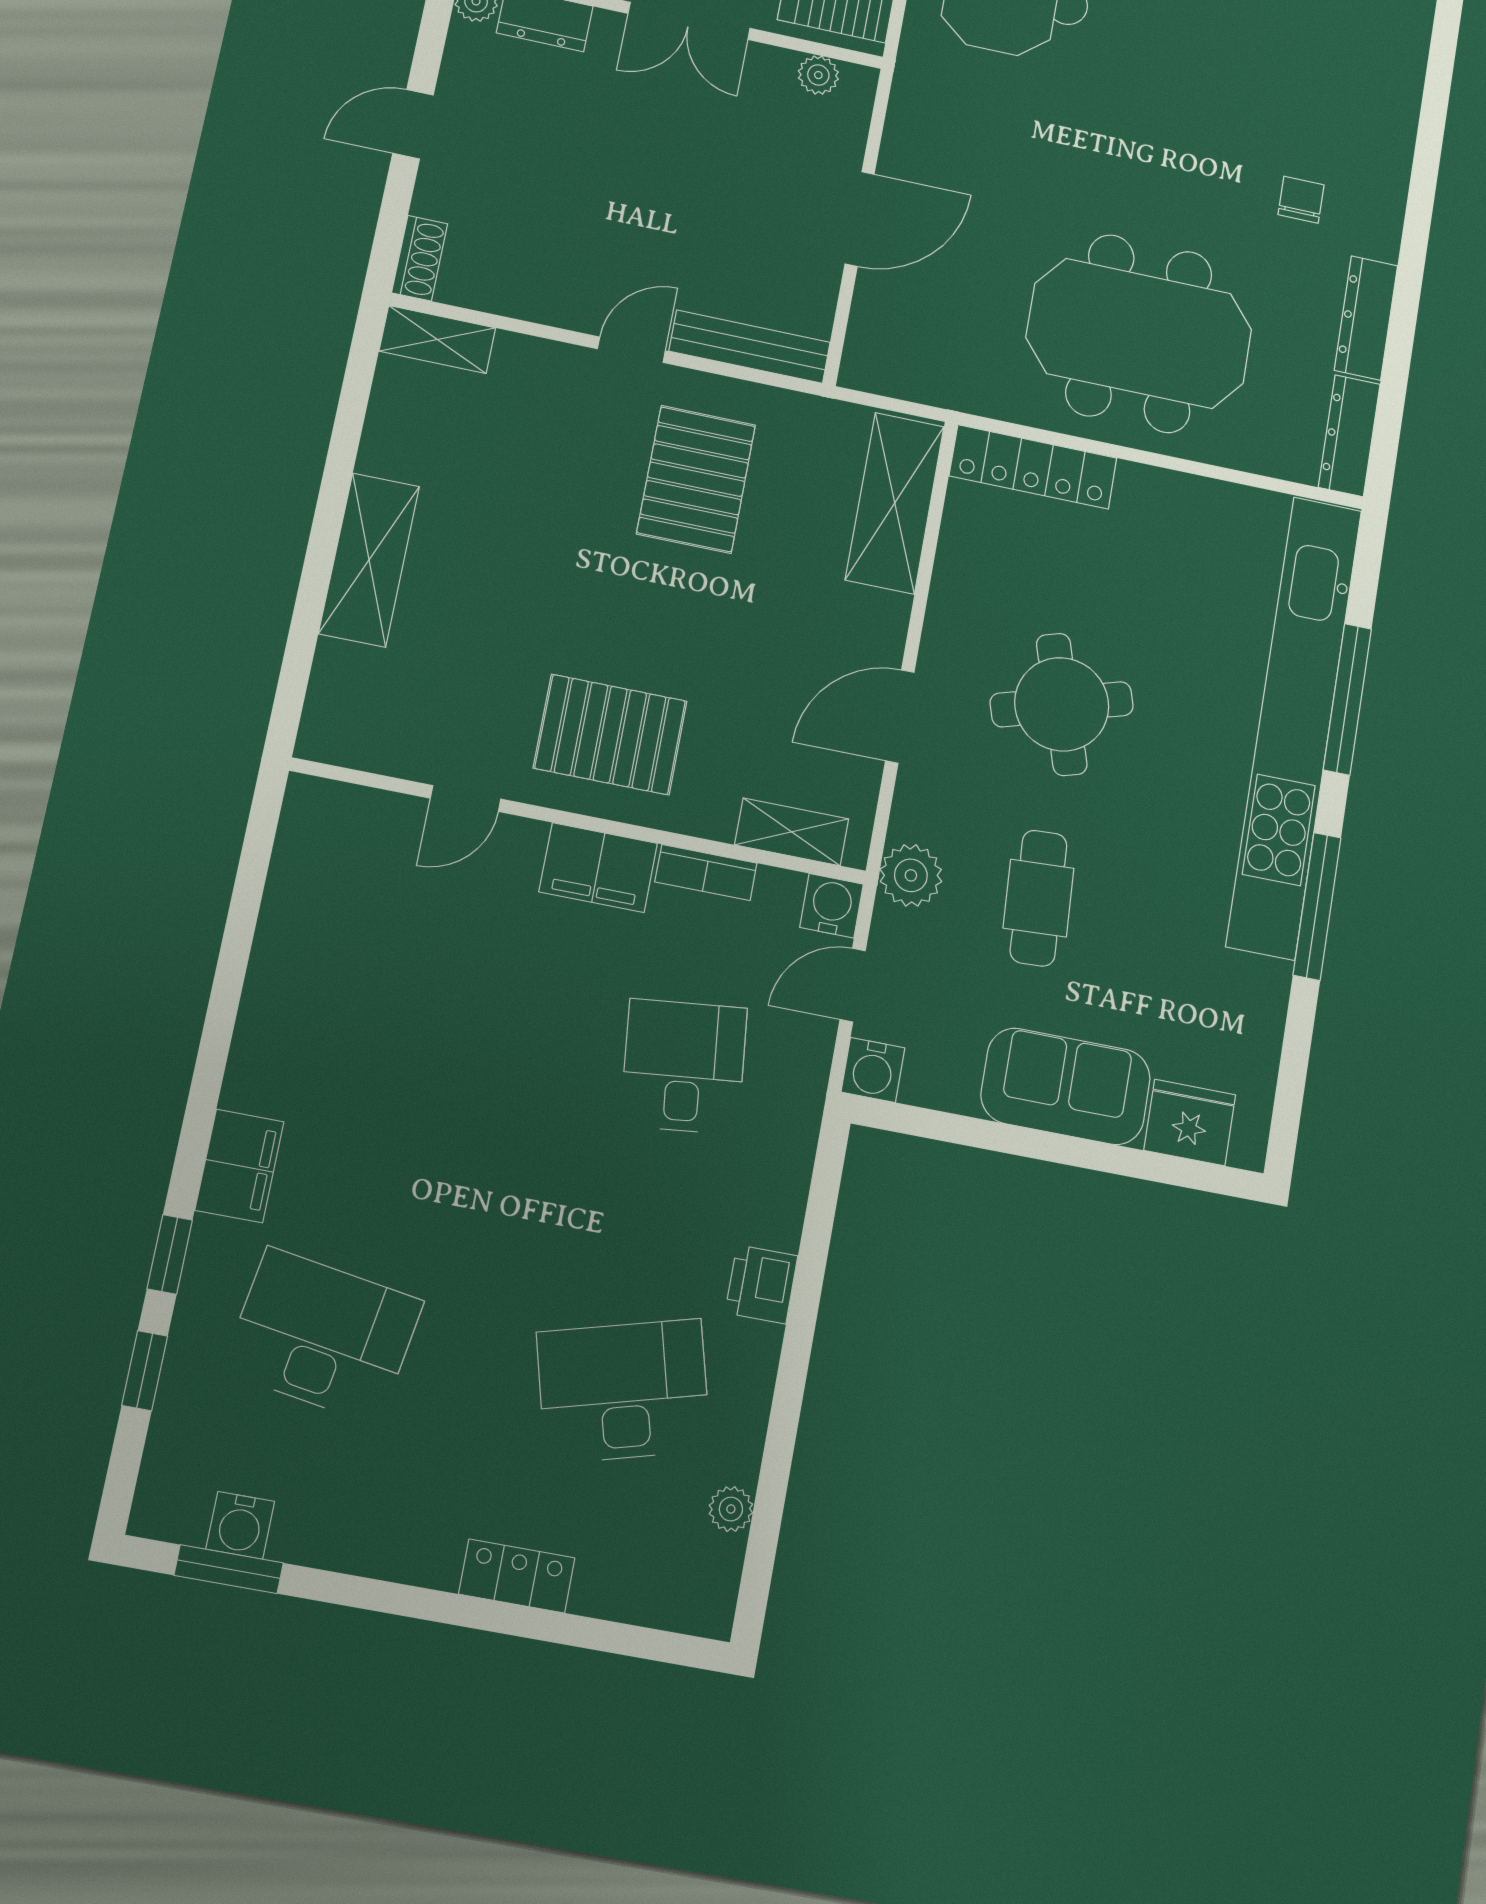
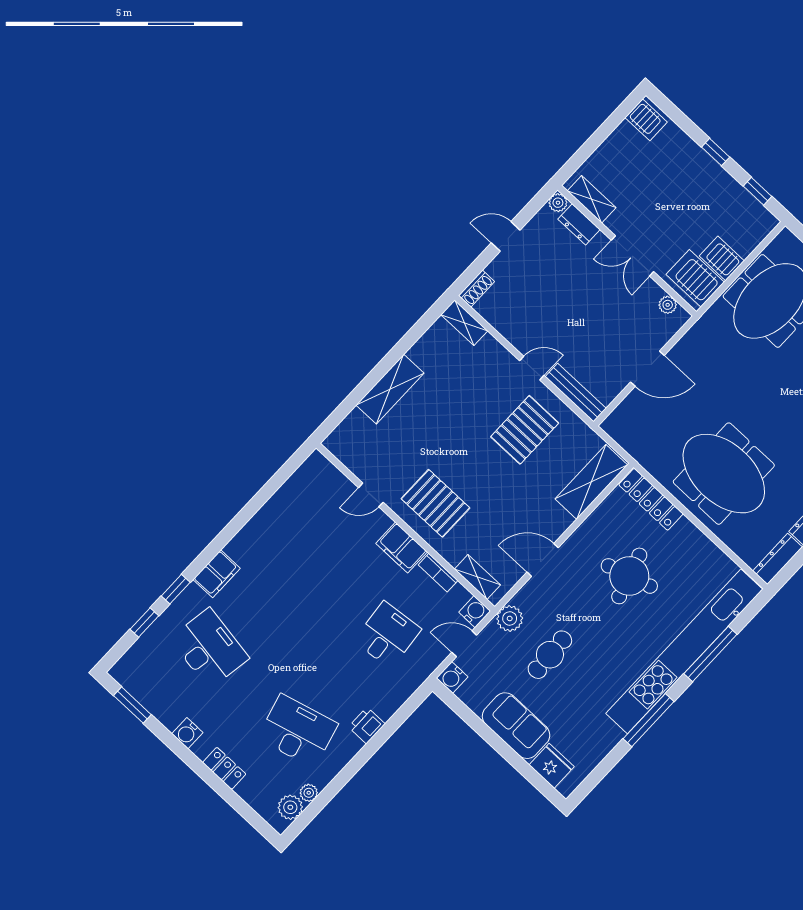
round table: (1062, 704) -> (629, 576), moved
water cooler: (240, 1525) -> (187, 733), moved
plant: (712, 1567) -> (290, 807), added

